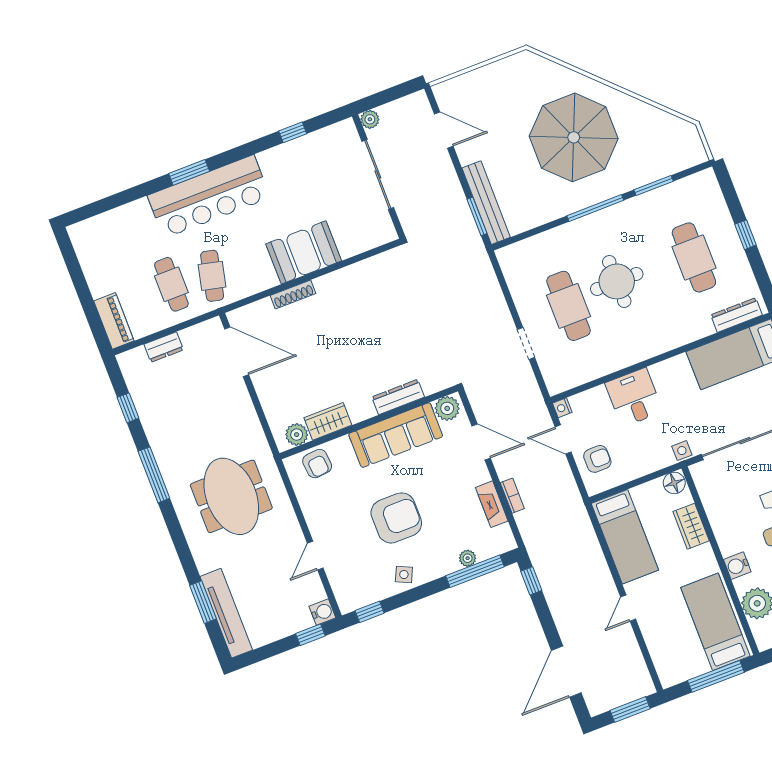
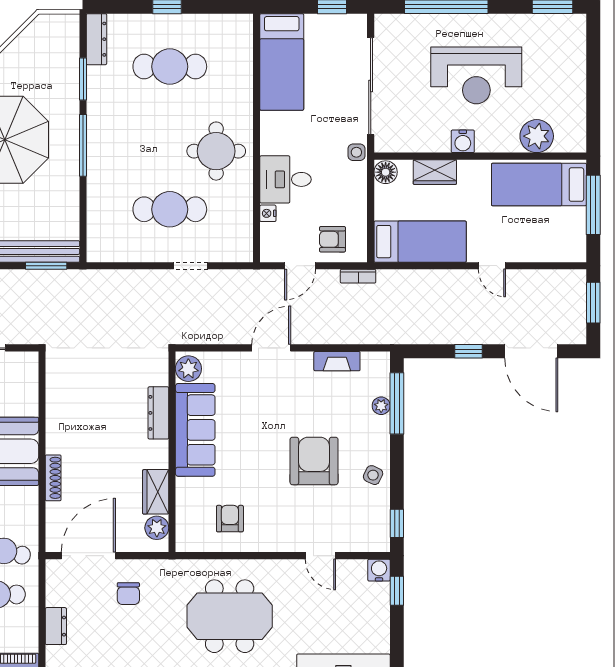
round table: (617, 281) -> (216, 151), moved
dresser: (736, 315) -> (96, 39), moved, turned 180
dresser: (398, 397) -> (158, 413), moved
chair: (217, 400) -> (128, 594), added
plant: (447, 408) -> (188, 369), moved
nightstand: (562, 408) -> (268, 213), moved, turned 90
wardrobe: (328, 421) -> (156, 492), moved
wall: (369, 422) -> (172, 452), moved
plant: (297, 435) -> (157, 528), moved
sofa: (396, 435) -> (195, 430), moved
armchair: (597, 459) -> (332, 239), turned -90
armchair: (317, 464) -> (230, 519), turned -85
bookcase: (512, 496) -> (358, 276), moved, turned 180
water cooler: (737, 566) -> (463, 141), moved
window: (531, 581) -> (469, 351), moved

